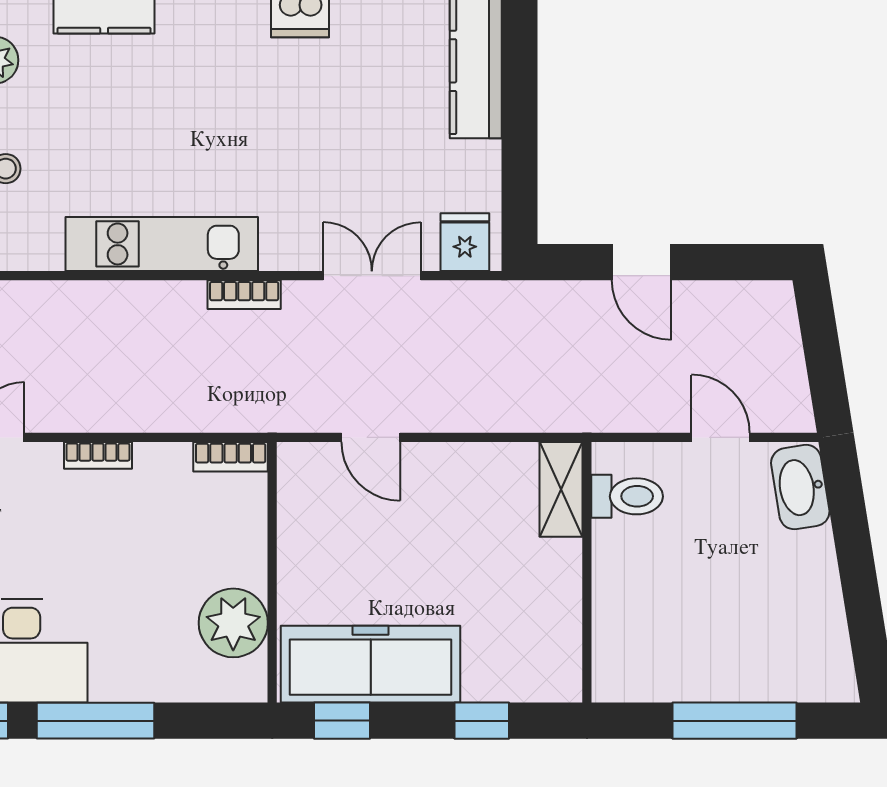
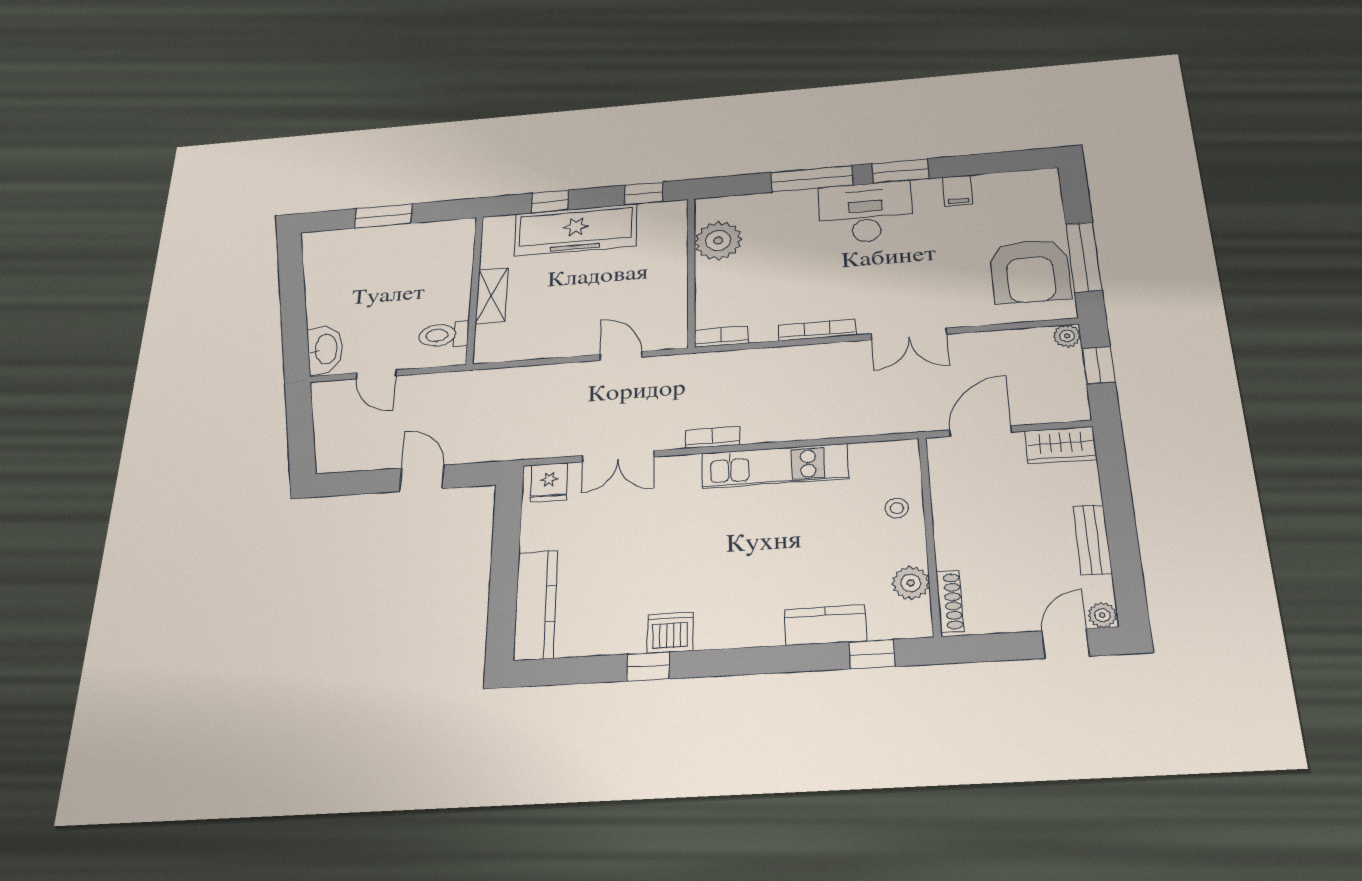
bookcase: (98, 455) -> (817, 330), width x1.56
shelving: (561, 489) -> (492, 295), moved
freezer: (371, 664) -> (576, 230), moved
window: (734, 721) -> (384, 216), width x0.69

